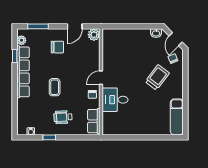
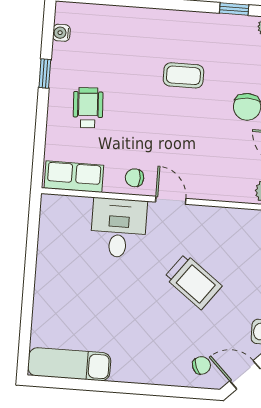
row of seats: (23, 72) -> (197, 25), removed
trolley: (157, 77) -> (193, 282), moved
coffee table: (55, 87) -> (183, 75), moved

